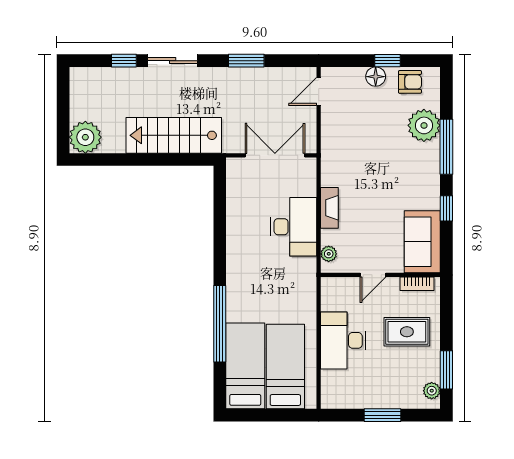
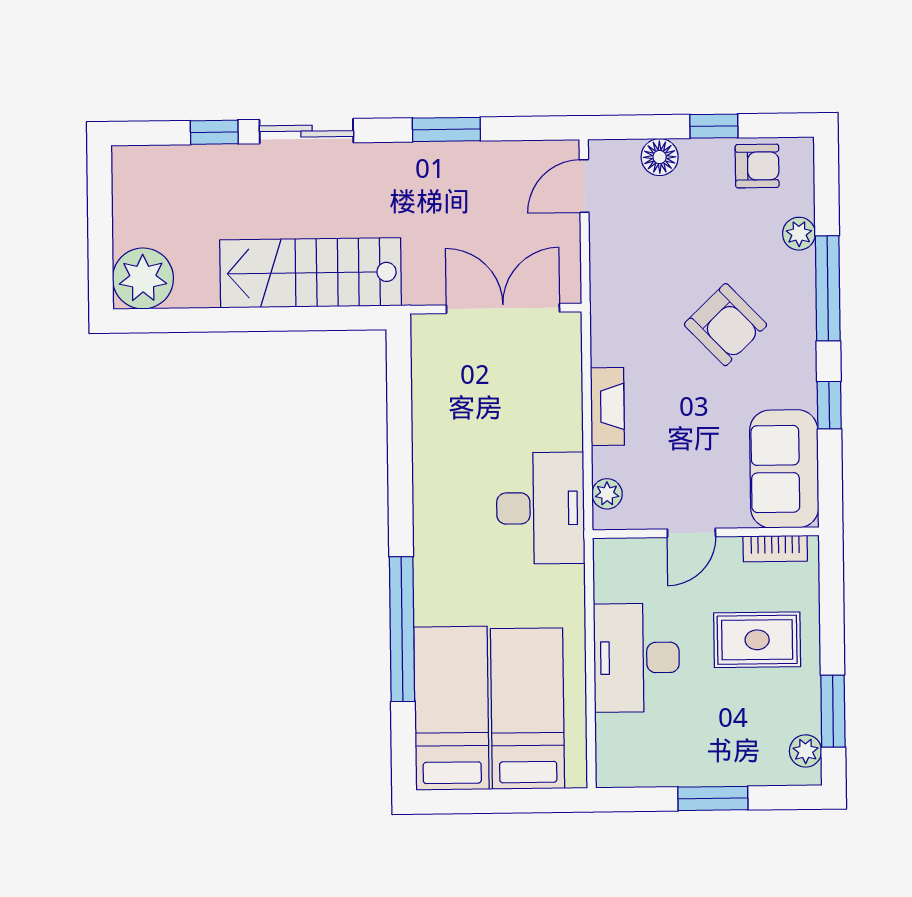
floor lamp: (376, 77) -> (660, 157), moved
plant: (424, 125) -> (799, 234), width x0.53, depth x0.53
armchair: (392, 165) -> (725, 325), added
desk: (294, 227) -> (541, 508), moved

